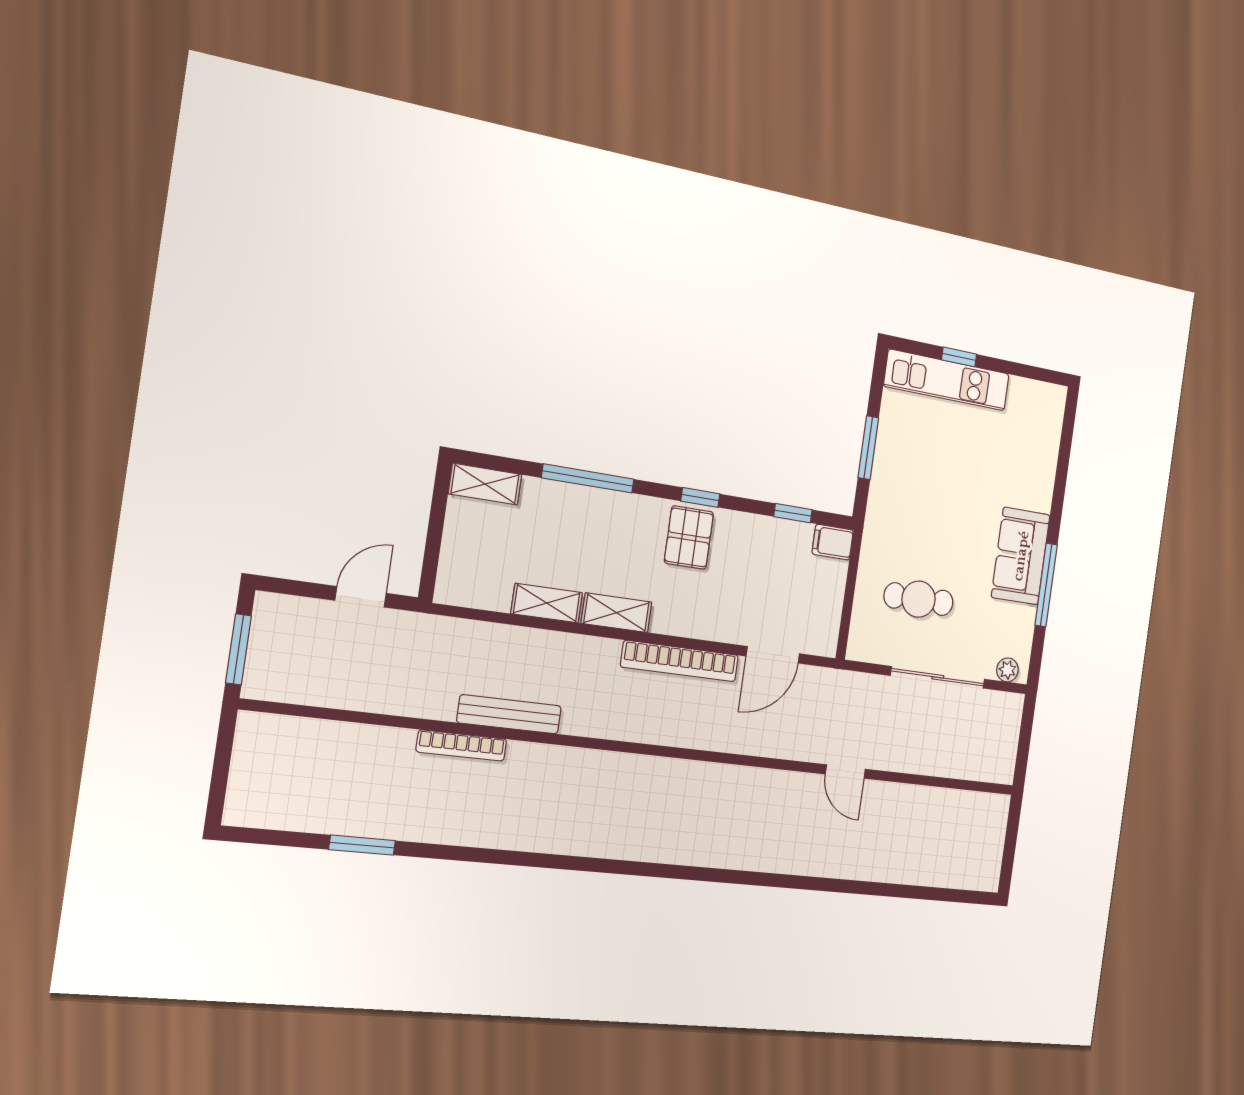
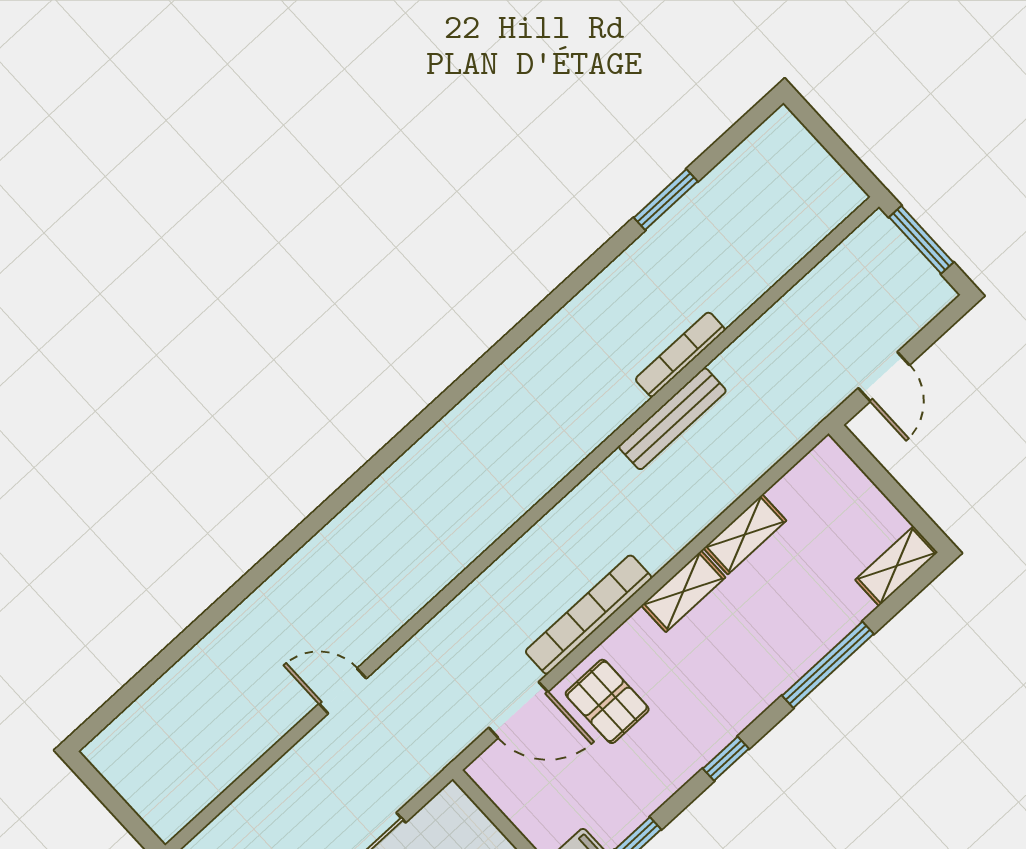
pallet: (689, 537) -> (607, 701), moved
door: (773, 655) -> (518, 710), swing flipped

